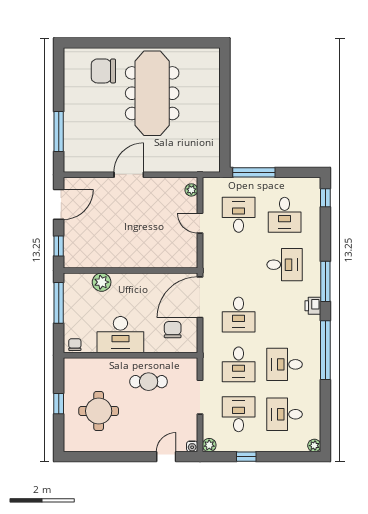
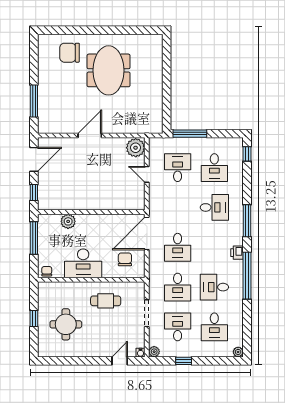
meeting table: (152, 93) -> (109, 70), width x0.73
plant: (191, 190) -> (136, 148), width x1.88, depth x1.88
printer: (313, 306) -> (237, 253), moved
desk: (285, 414) -> (214, 327), turned -90

